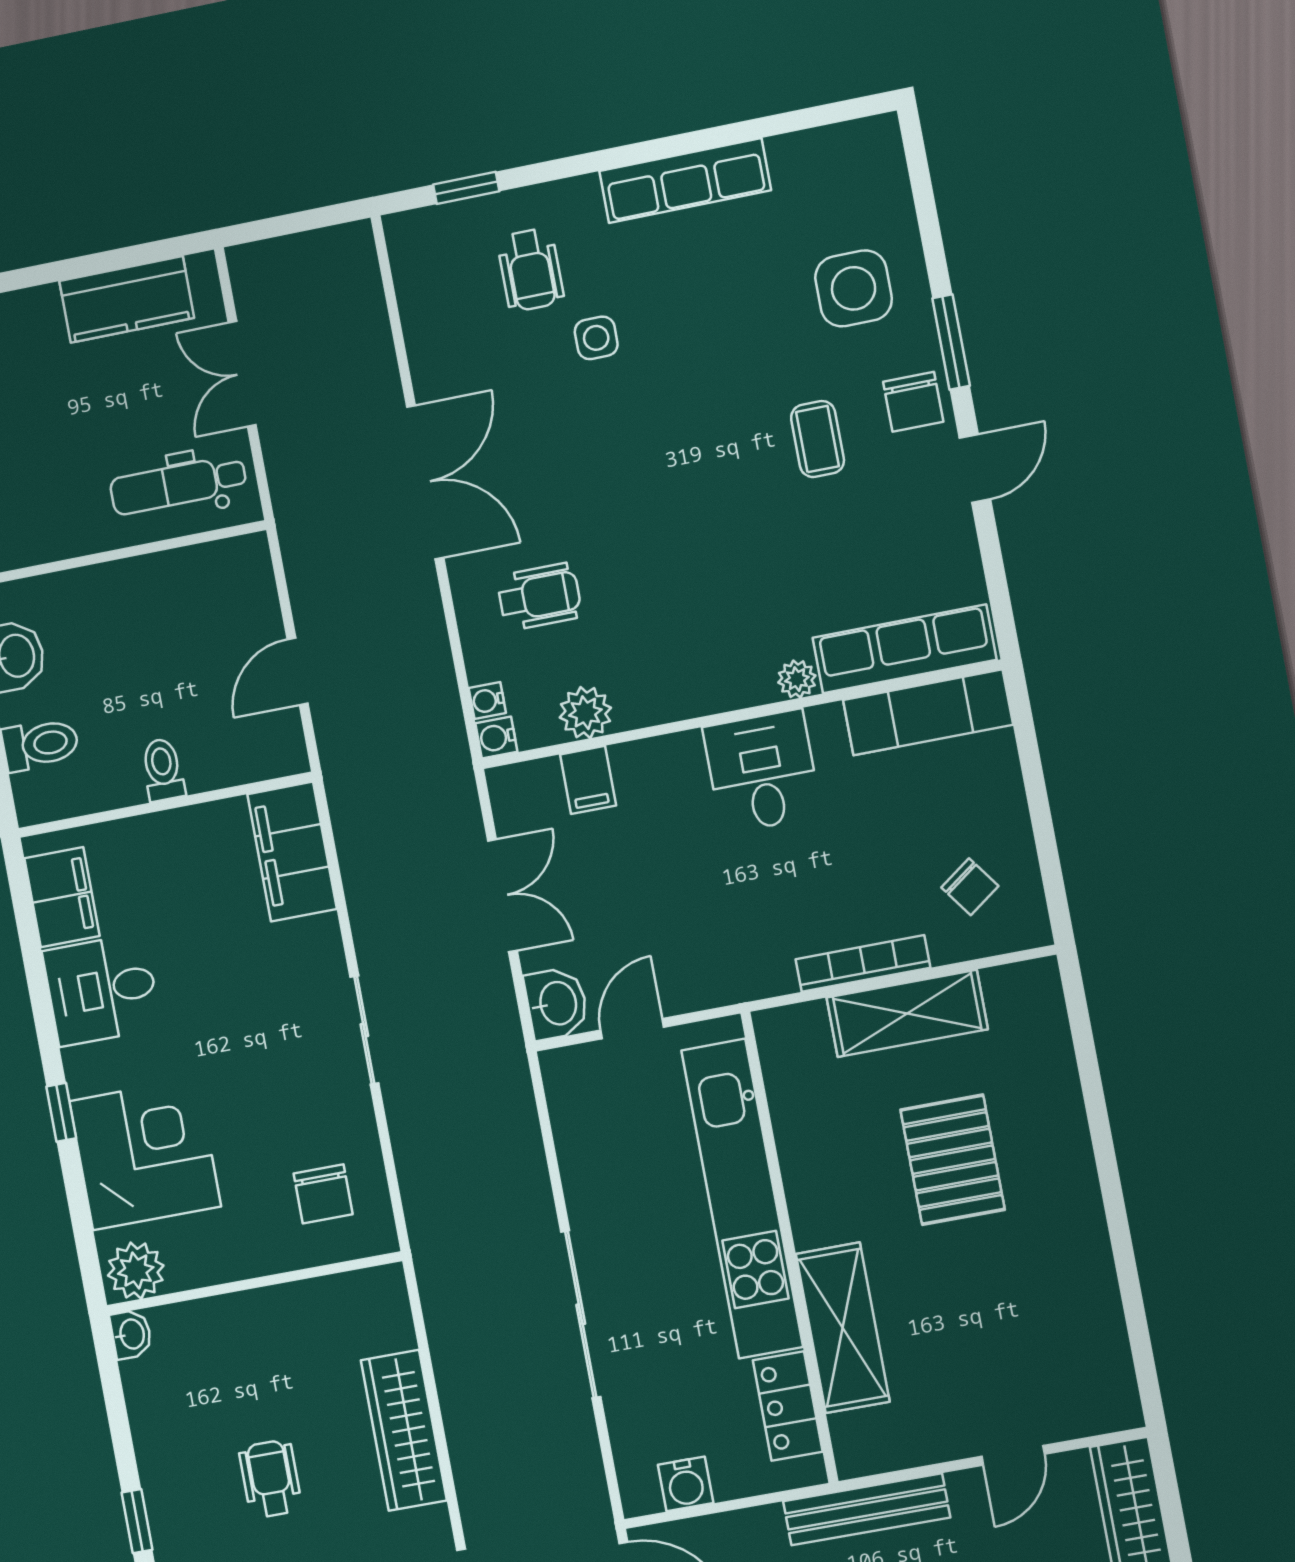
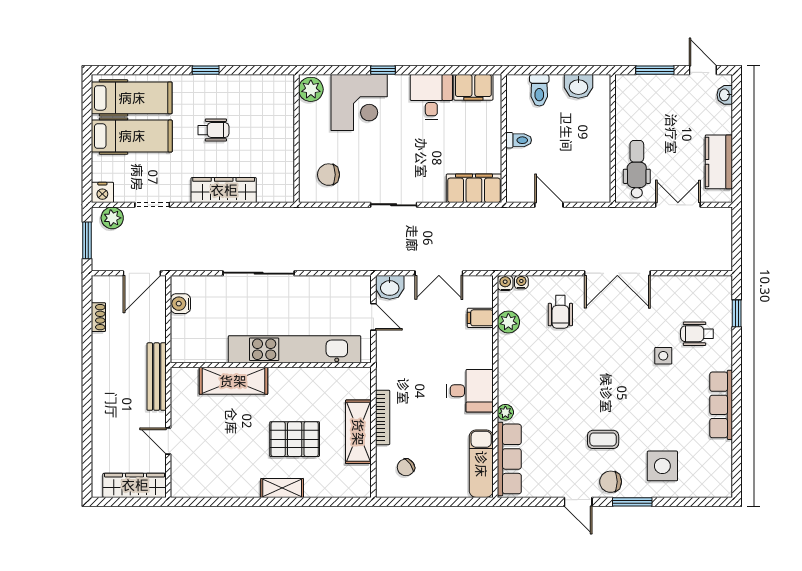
shelving: (1073, 1168) -> (282, 488), added
washbasin: (131, 1334) -> (284, 82), removed
locker: (788, 1406) -> (205, 352), removed

